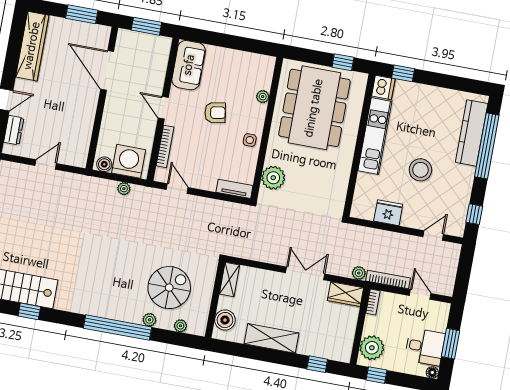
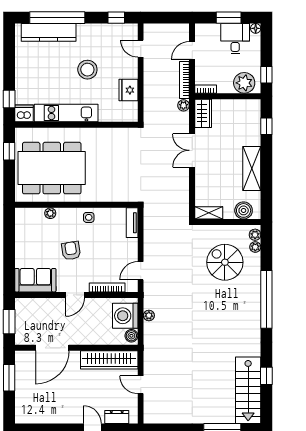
wardrobe: (32, 46) -> (109, 360), moved, turned 180
plant: (273, 178) -> (117, 192), removed
plant: (149, 320) -> (255, 235), moved

